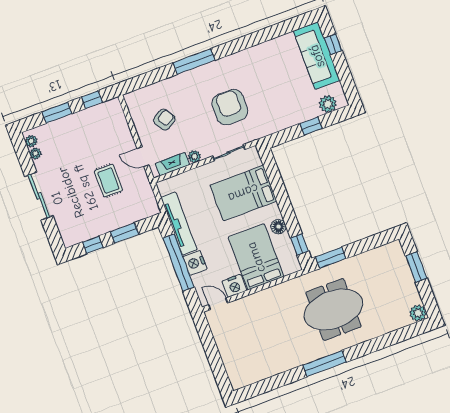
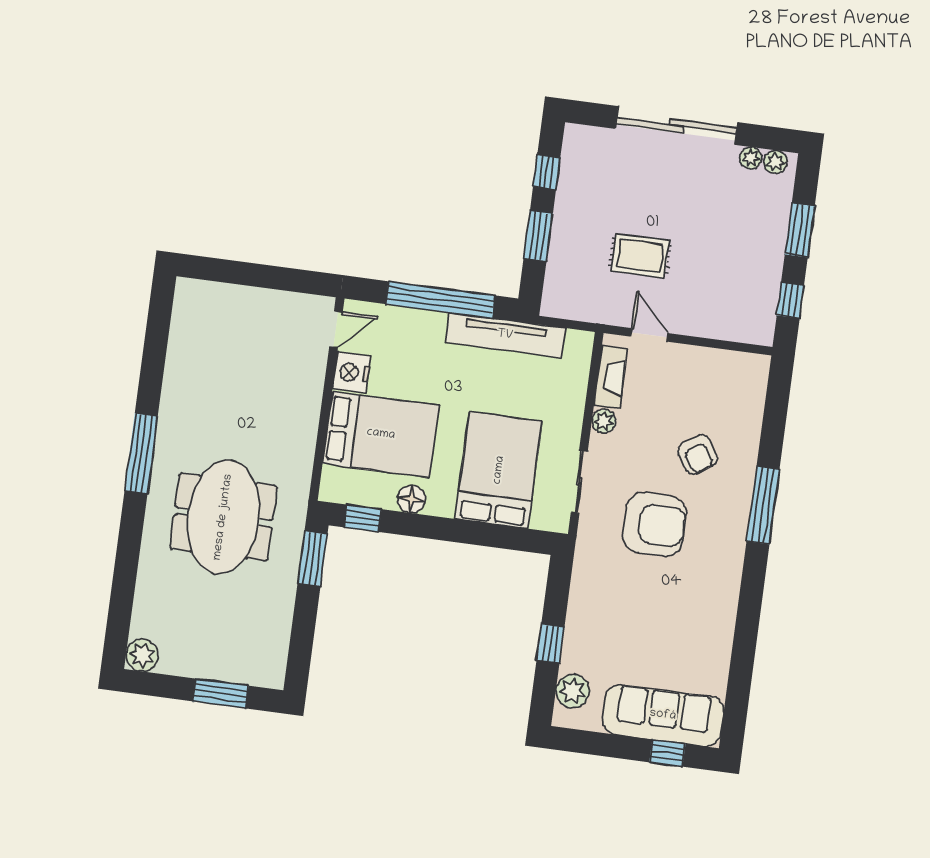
armchair: (164, 120) -> (698, 454), moved
door: (143, 157) -> (649, 335), hinge flipped
sliding door: (39, 196) -> (677, 126), width x1.36
nightstand: (195, 263) -> (425, 327), removed

